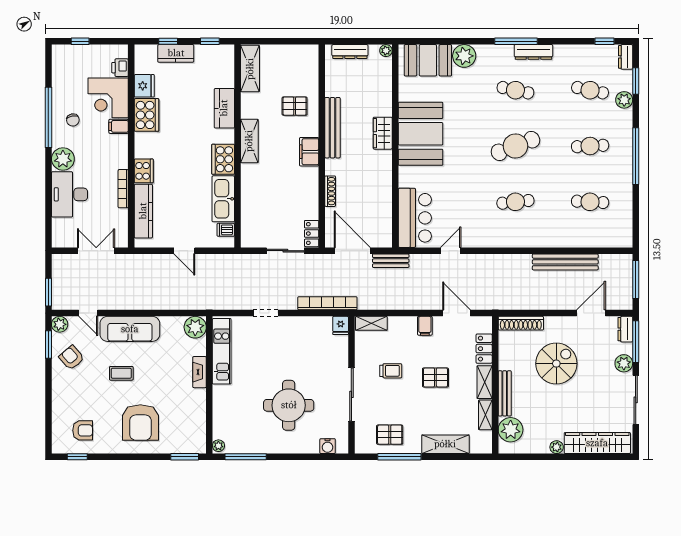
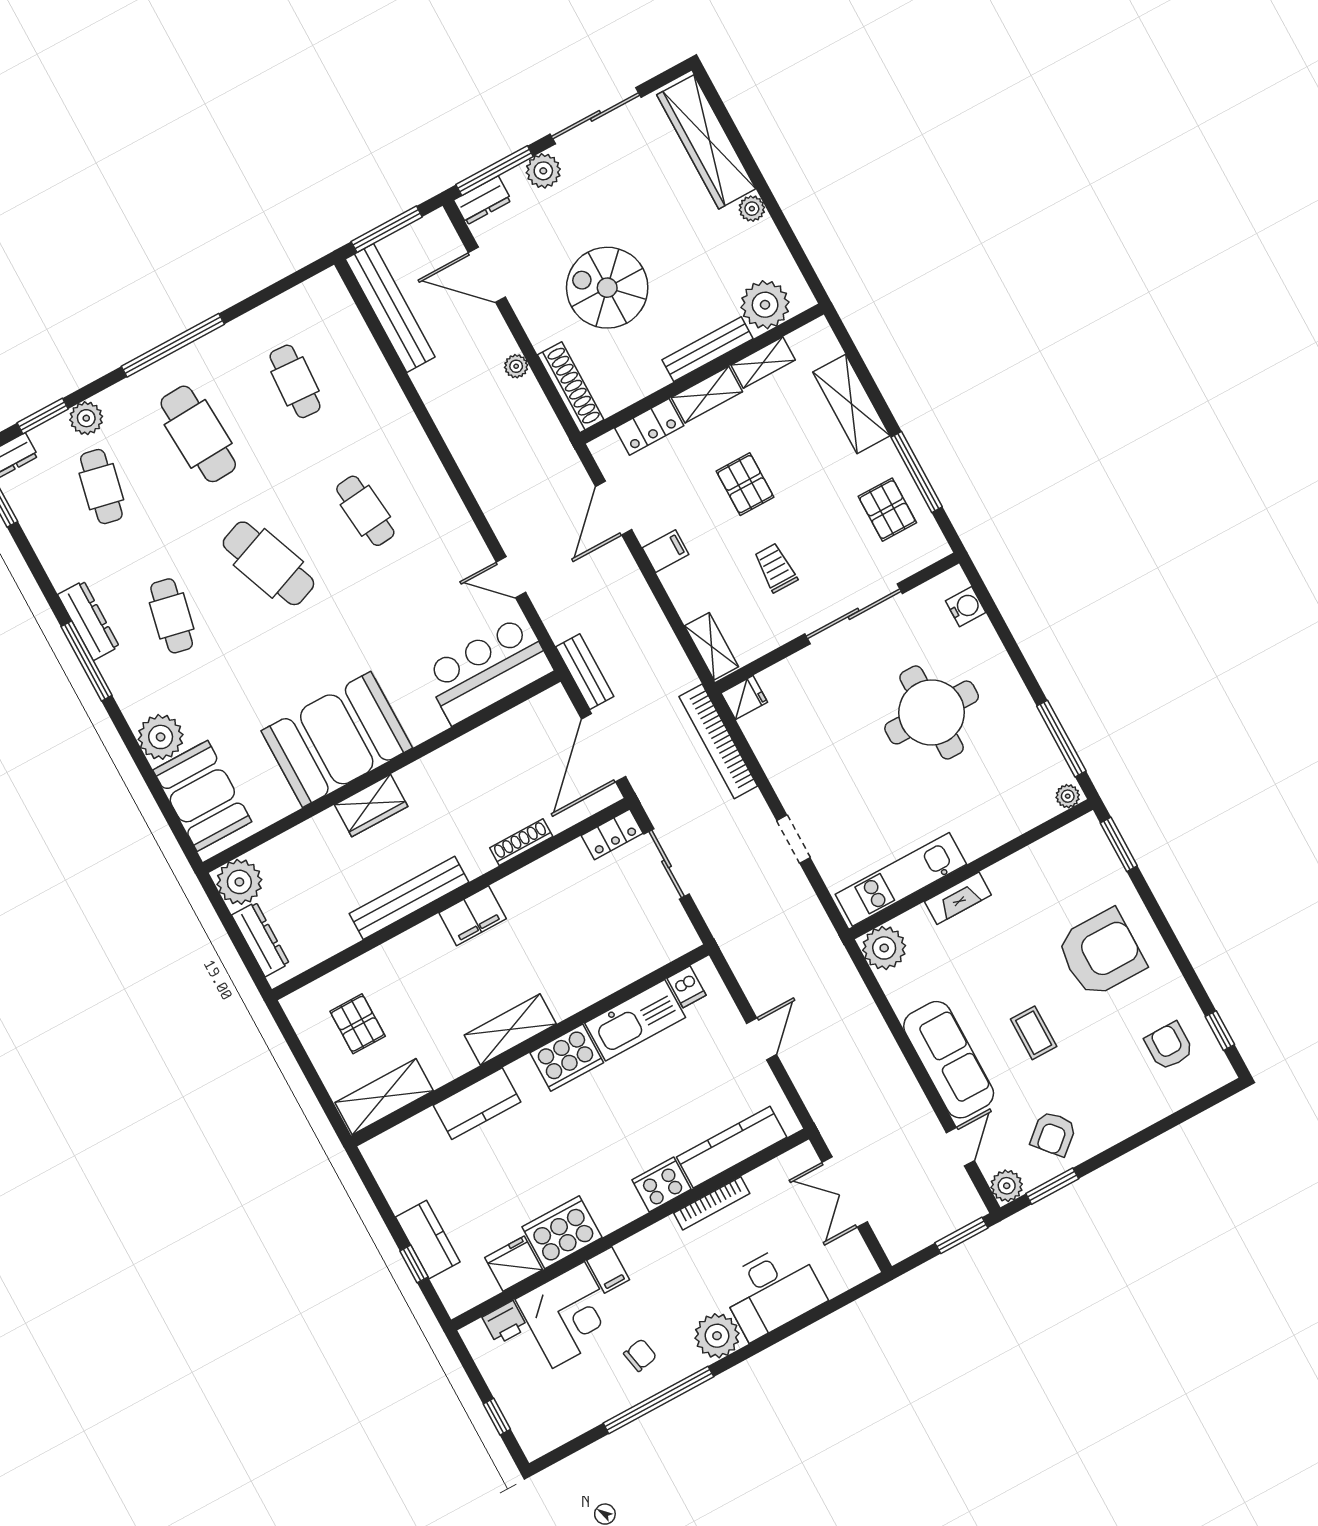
window: (210, 41) -> (375, 1192), removed
plant: (386, 51) -> (239, 882), width x1.88, depth x1.88
pallet: (295, 106) -> (358, 1024), moved
cafe table: (590, 146) -> (198, 434), width x1.37, depth x1.35
bench: (565, 262) -> (390, 308), moved
plant: (543, 304) -> (516, 366), added

